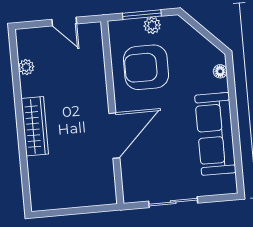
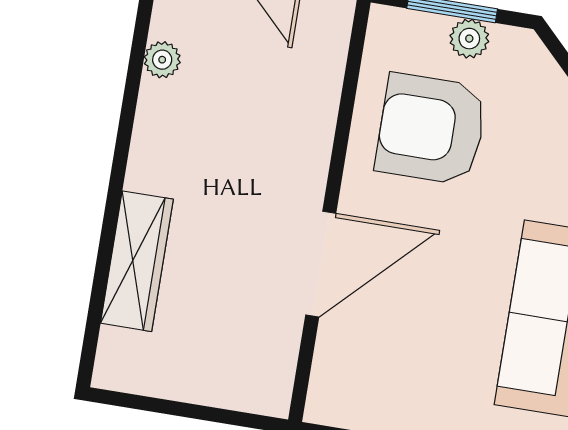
wardrobe: (35, 126) -> (137, 261), moved

